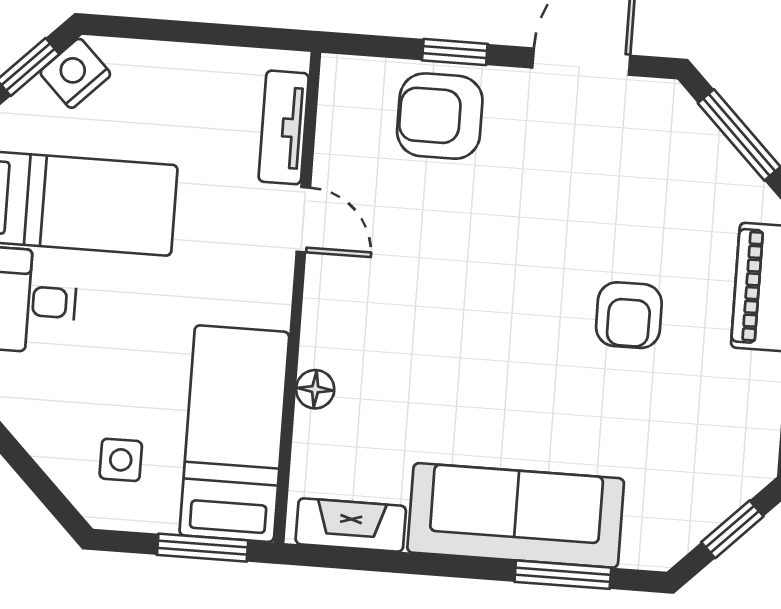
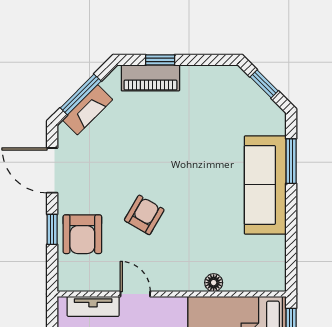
door: (303, 220) -> (135, 294), hinge flipped
armchair: (629, 315) -> (144, 215), moved, turned -60
fireplace: (351, 525) -> (88, 110), moved, turned -135

